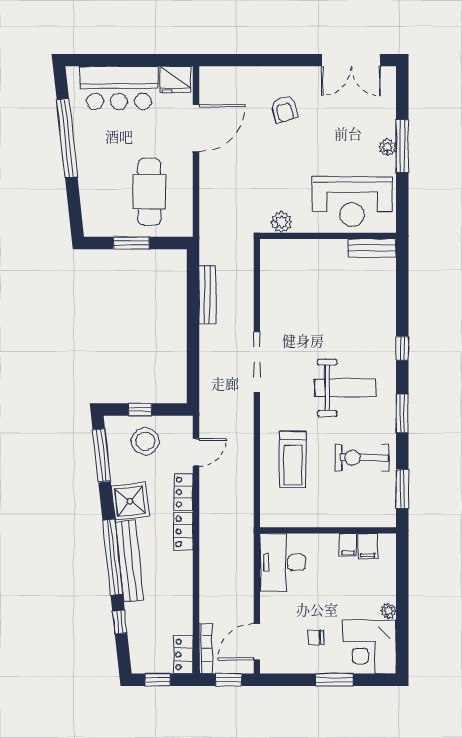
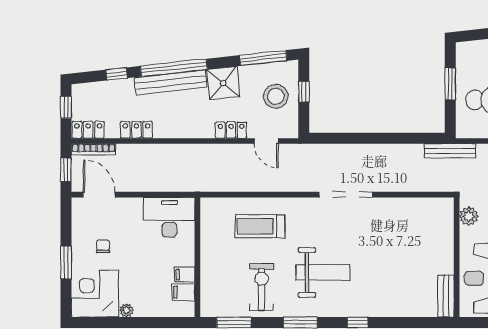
bench: (207, 295) -> (450, 151), moved
weight bench: (345, 388) -> (323, 272), turned -90
locker: (183, 531) -> (136, 130), moved

